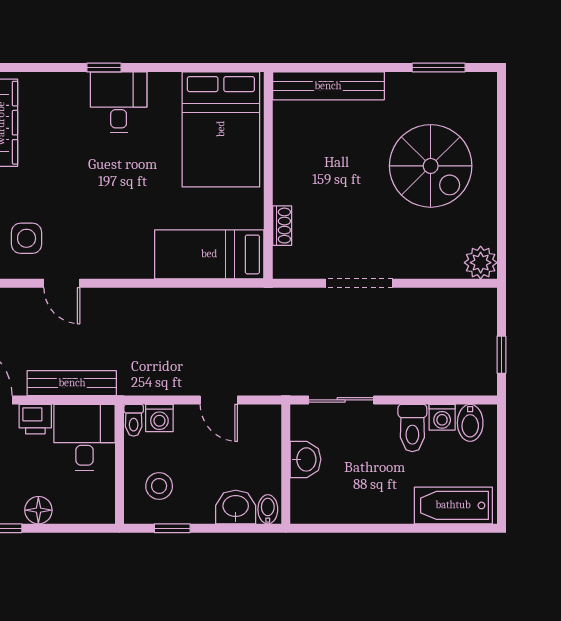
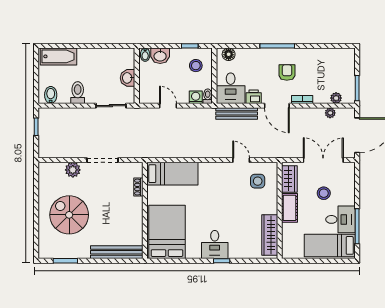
plant: (481, 263) -> (73, 170), moved
washing machine: (442, 417) -> (64, 98), removed
floor lamp: (38, 510) -> (229, 54), moved

